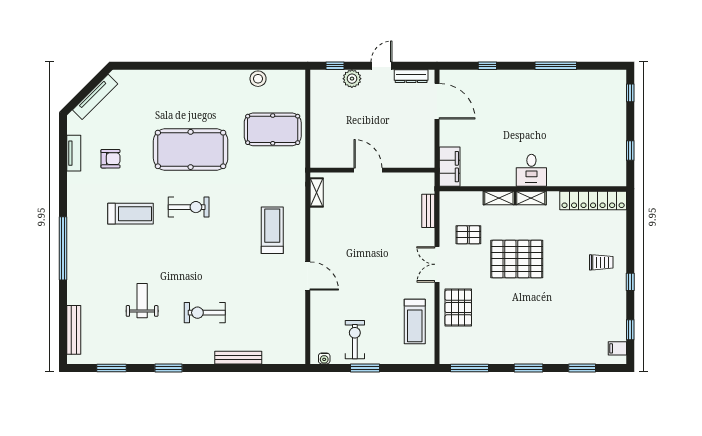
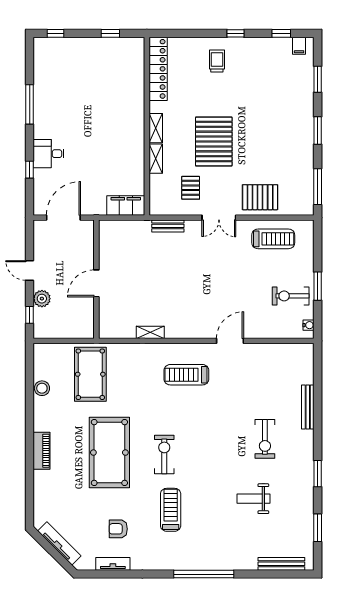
dresser: (411, 76) -> (39, 242), removed
piano: (192, 78) -> (42, 451), added
armchair: (110, 159) -> (118, 529), turned -90
door: (368, 170) -> (96, 283), moved
wall: (372, 170) -> (96, 279), moved
desk: (531, 170) -> (49, 154), moved, turned 180

